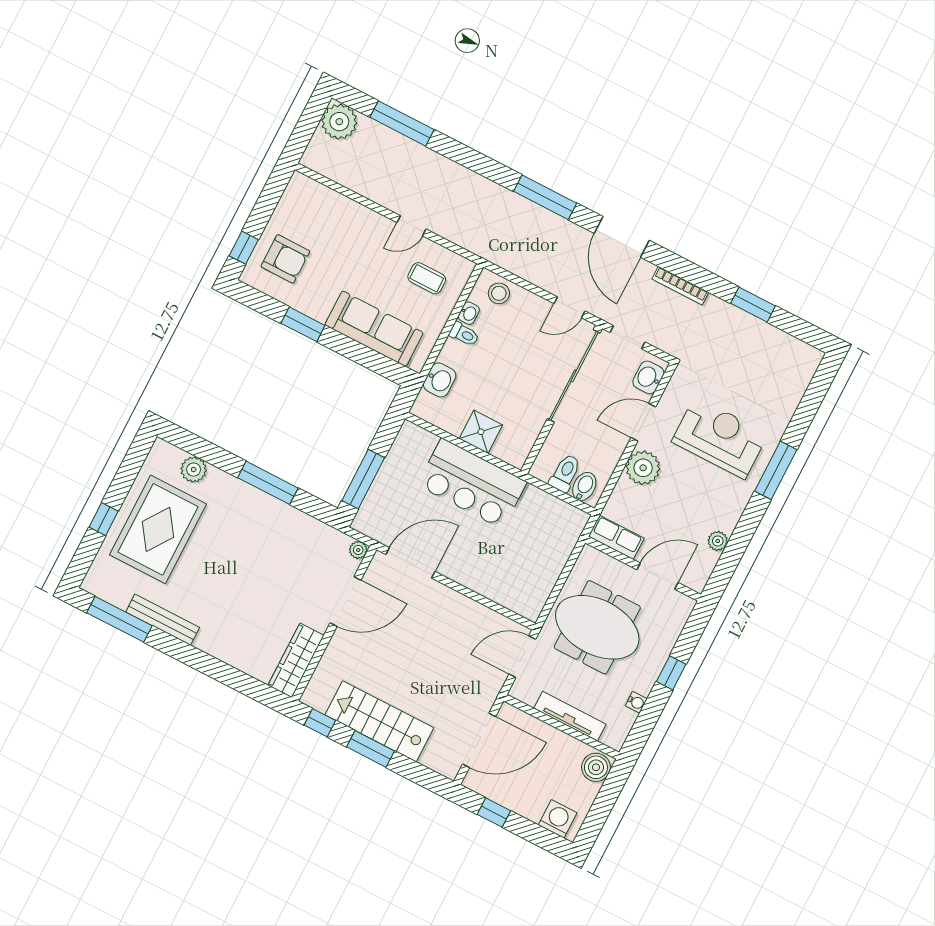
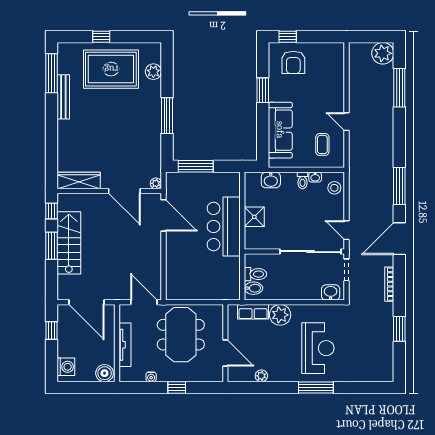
door: (643, 422) -> (305, 302), removed
row of seats: (616, 537) -> (253, 312), moved, turned 90

